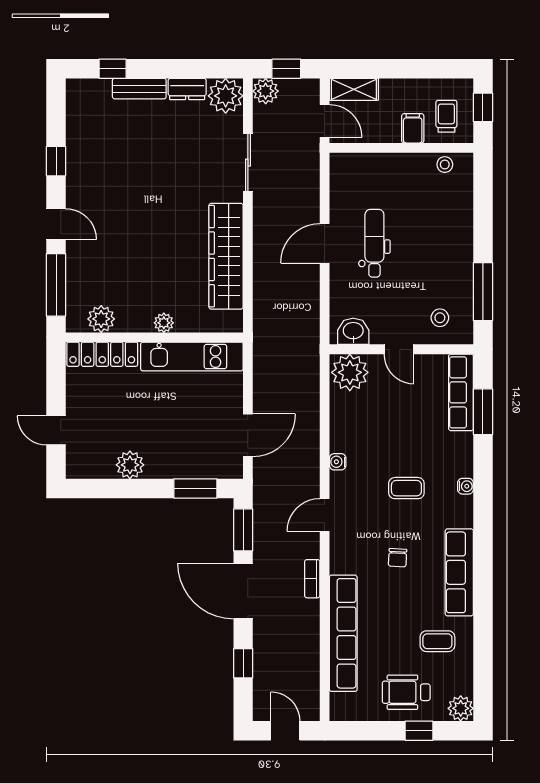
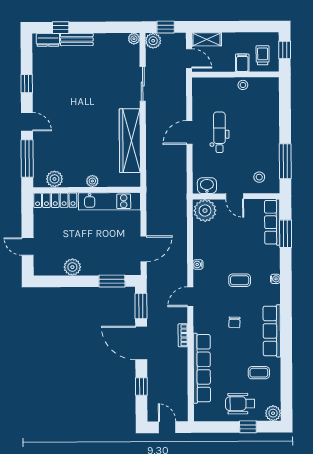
dresser: (187, 89) -> (48, 40), moved
plant: (226, 96) -> (134, 39), width x0.53, depth x0.53
stool: (445, 165) -> (243, 85), moved

